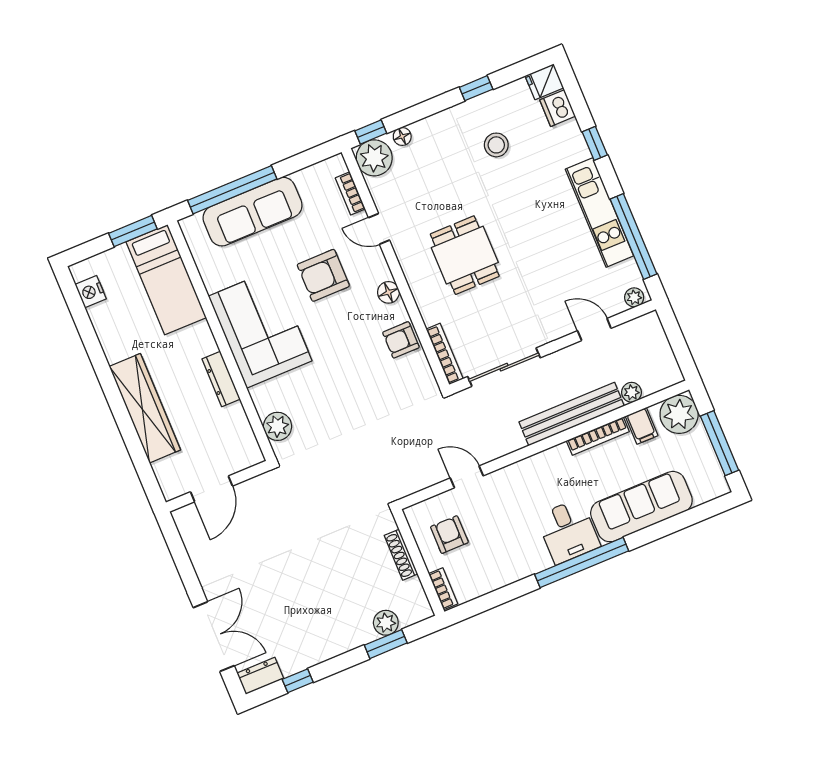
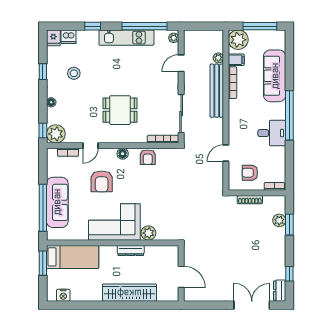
floor lamp: (402, 136) -> (51, 102), moved
plant: (278, 426) -> (148, 233), moved
desk: (568, 531) -> (272, 133), moved

